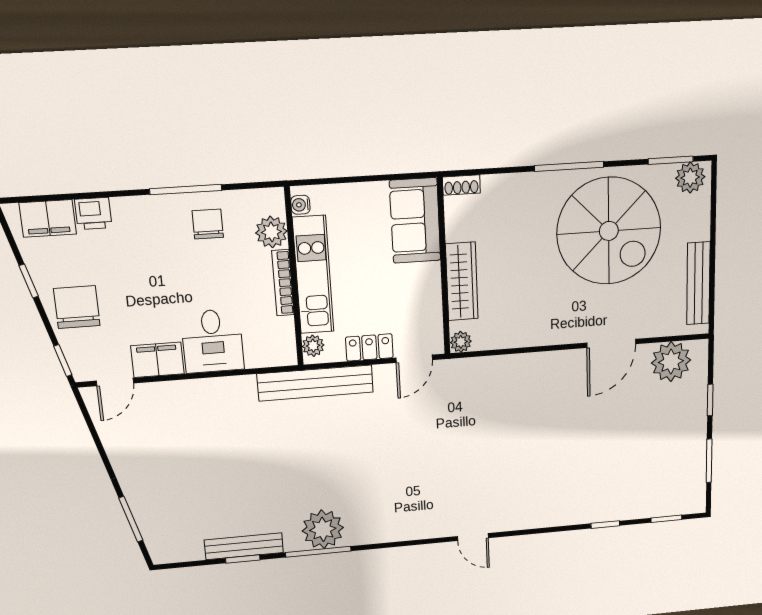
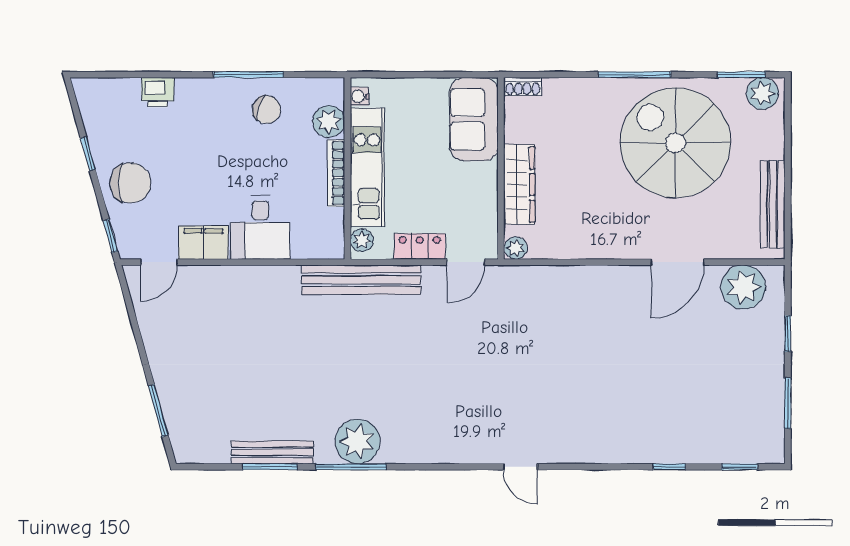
filing cabinet: (48, 218) -> (114, 94), removed
chair: (208, 224) -> (267, 110), turned 109
spiral stairs: (609, 231) -> (676, 143), turned 180
chair: (77, 307) -> (131, 183), turned 90
window: (243, 559) -> (270, 467), width x1.50

